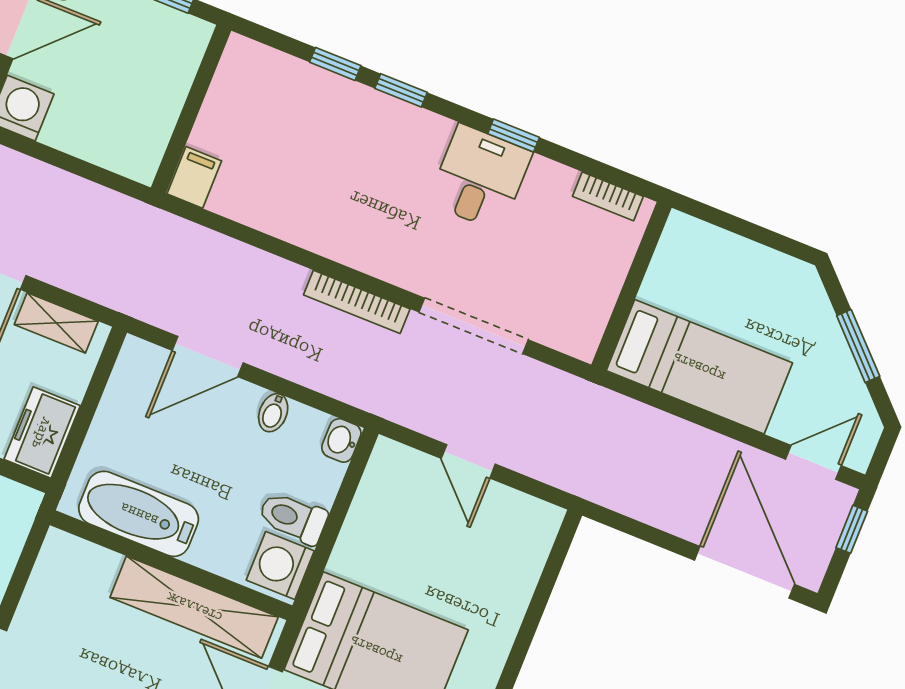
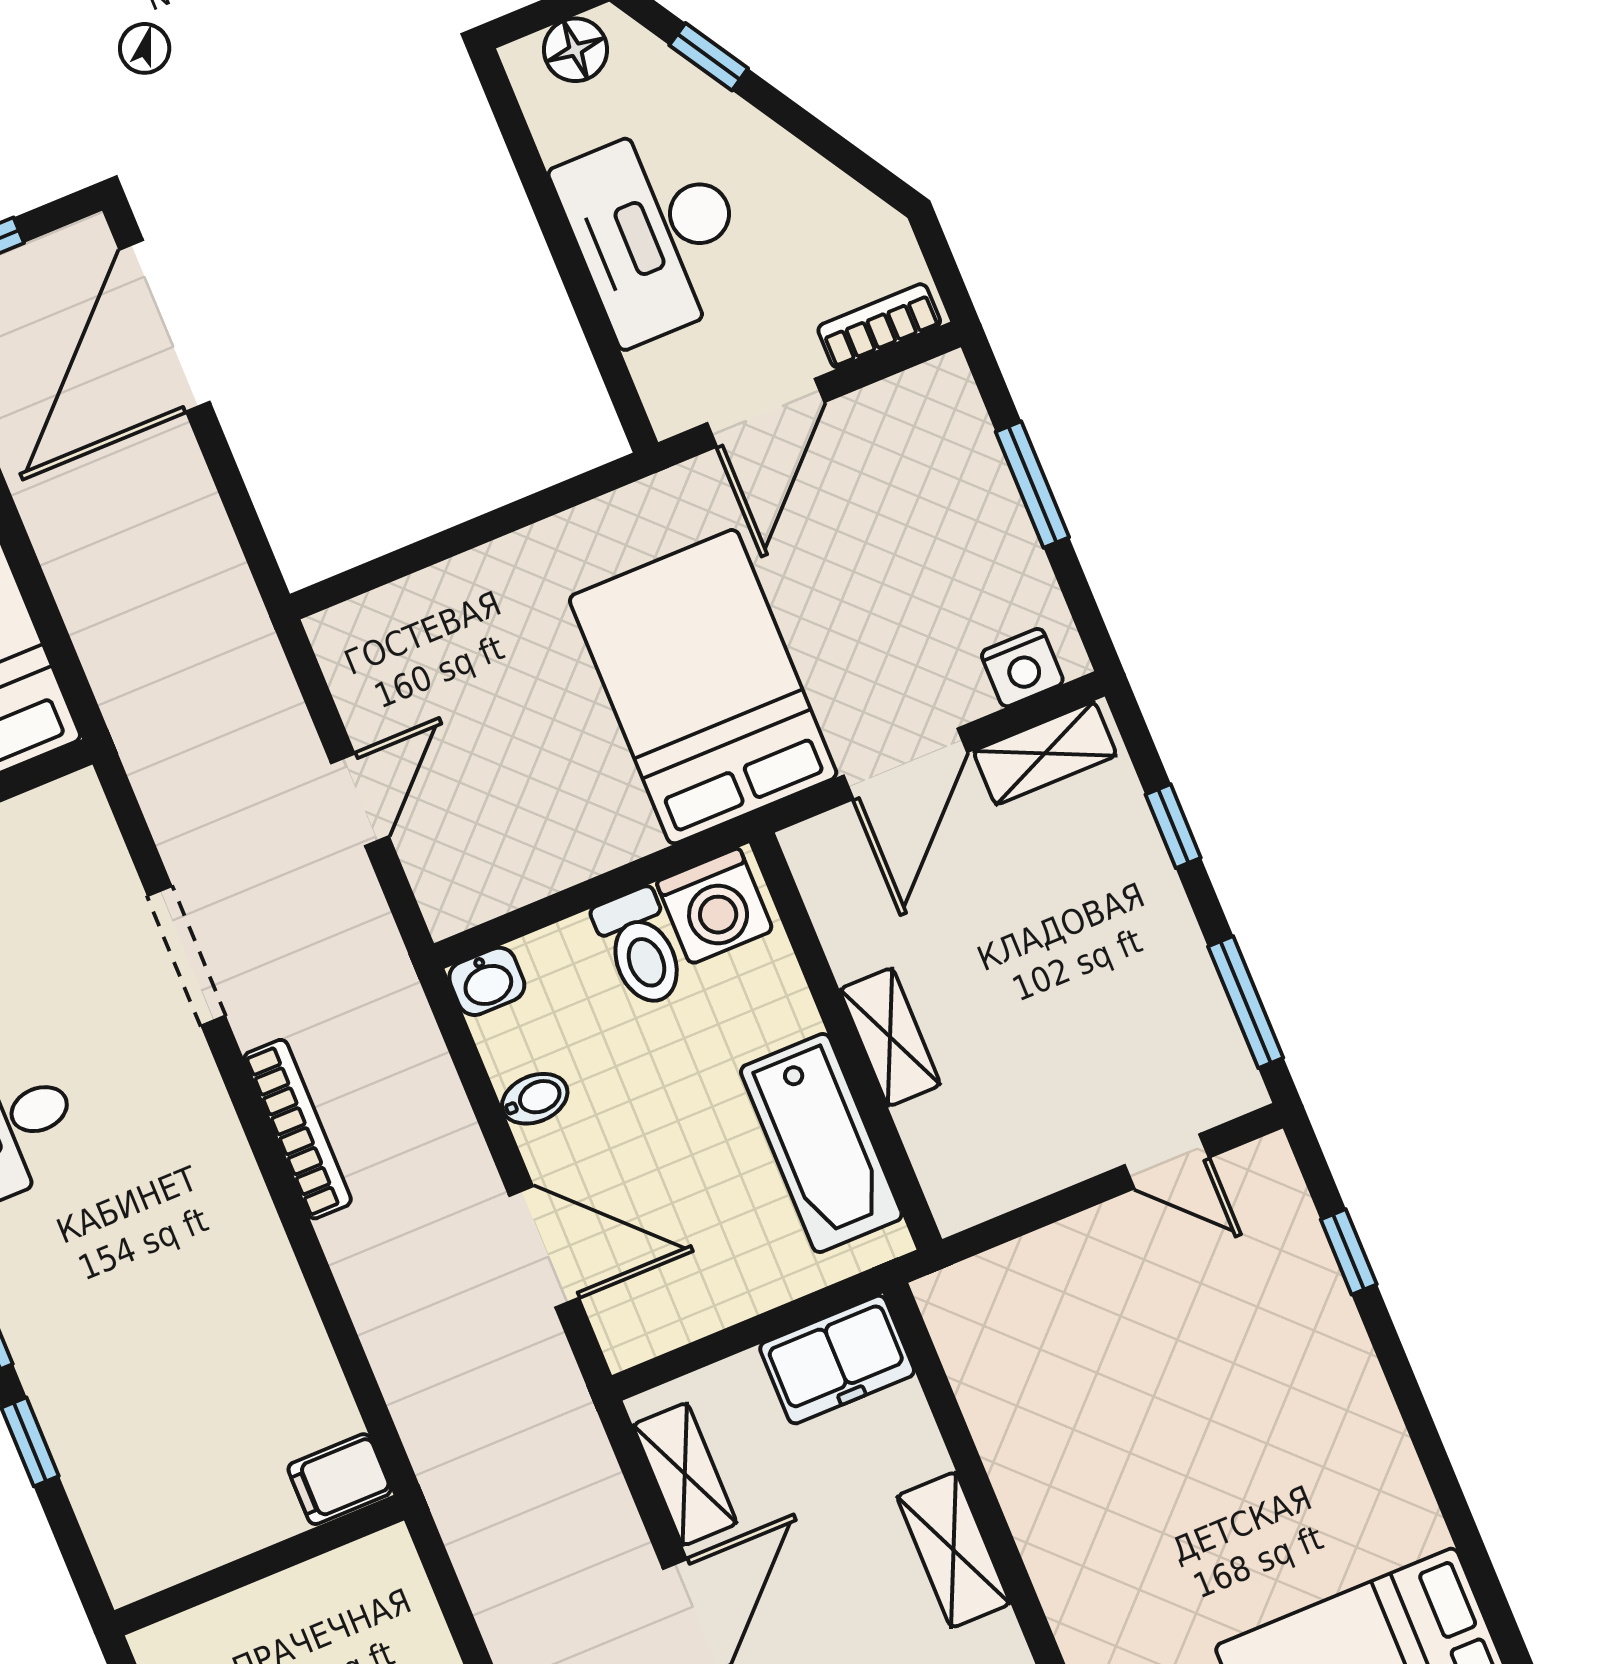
doorway: (474, 326) -> (186, 956), width x0.73
shelving: (194, 607) -> (890, 1037), width x0.45, depth x0.75

